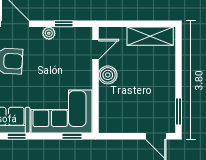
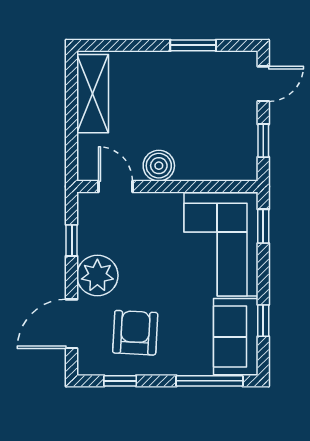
plant: (49, 33) -> (97, 276), width x1.87, depth x1.87
window: (178, 111) -> (193, 45), moved
window: (122, 136) -> (263, 141), added

